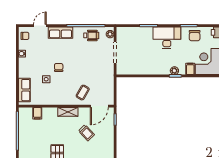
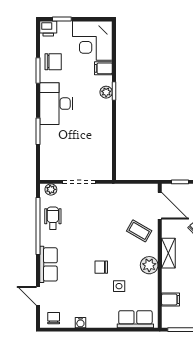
plant: (60, 99) -> (149, 265), added

